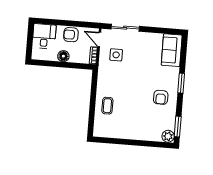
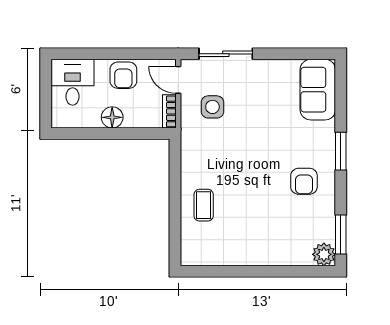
armchair: (71, 35) -> (123, 75), turned -90

